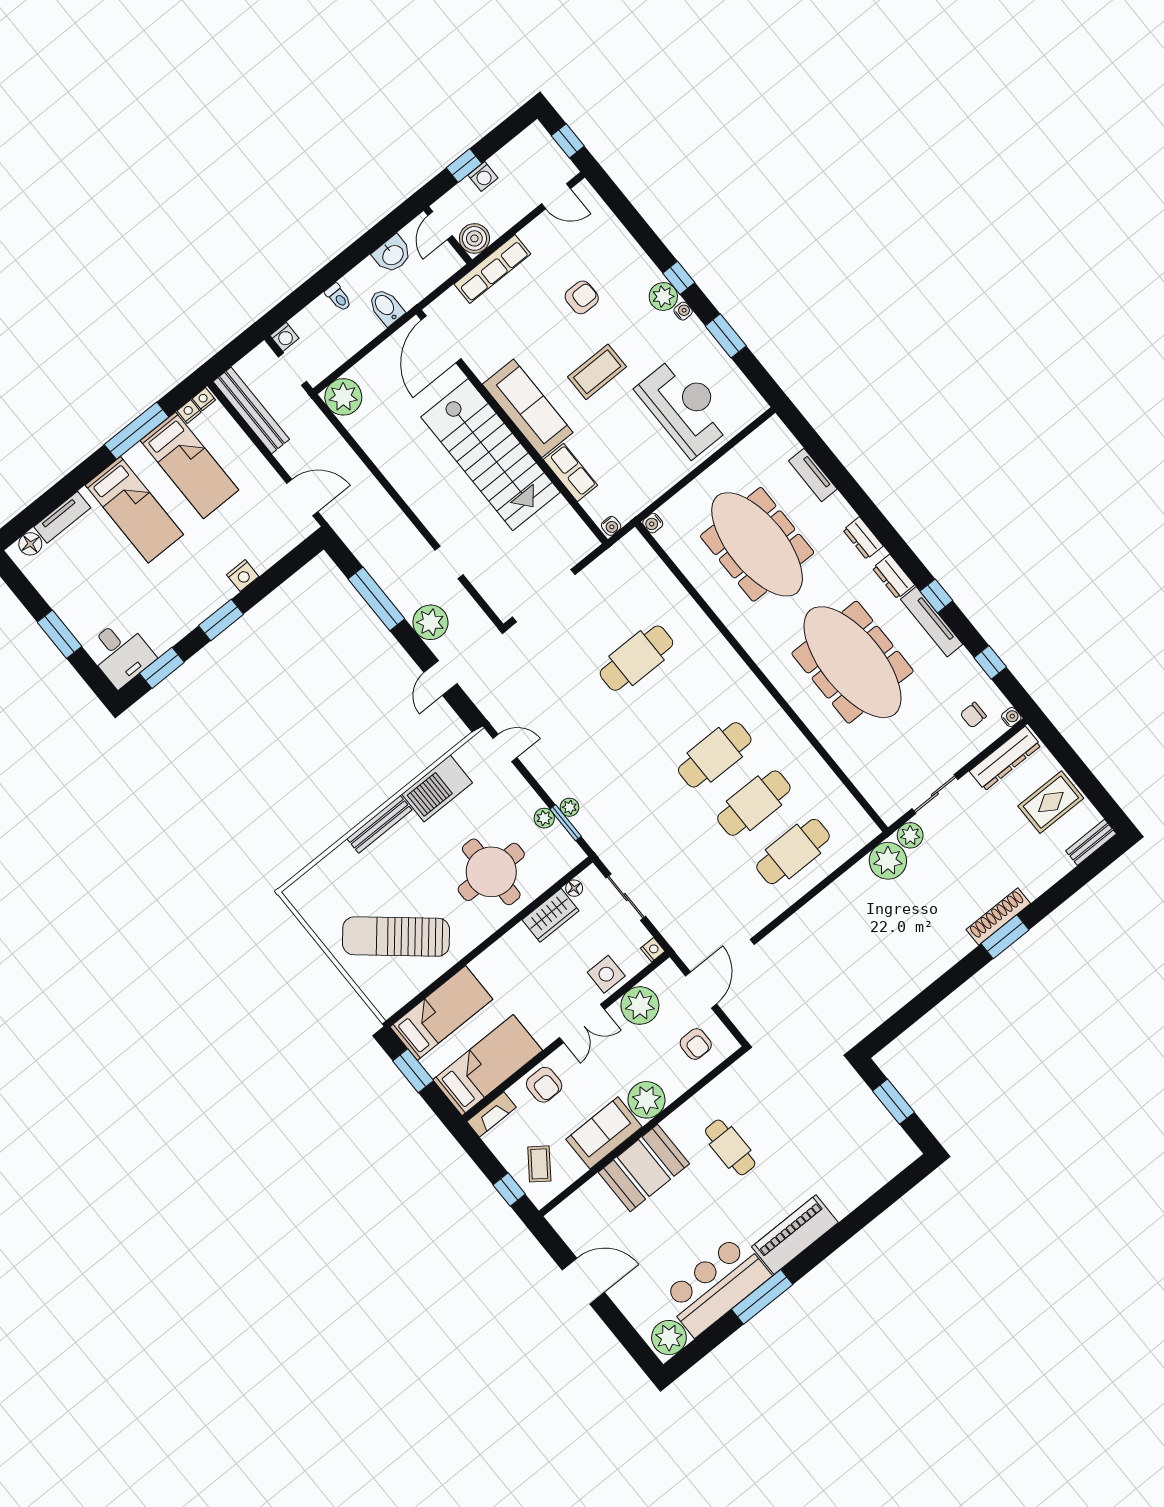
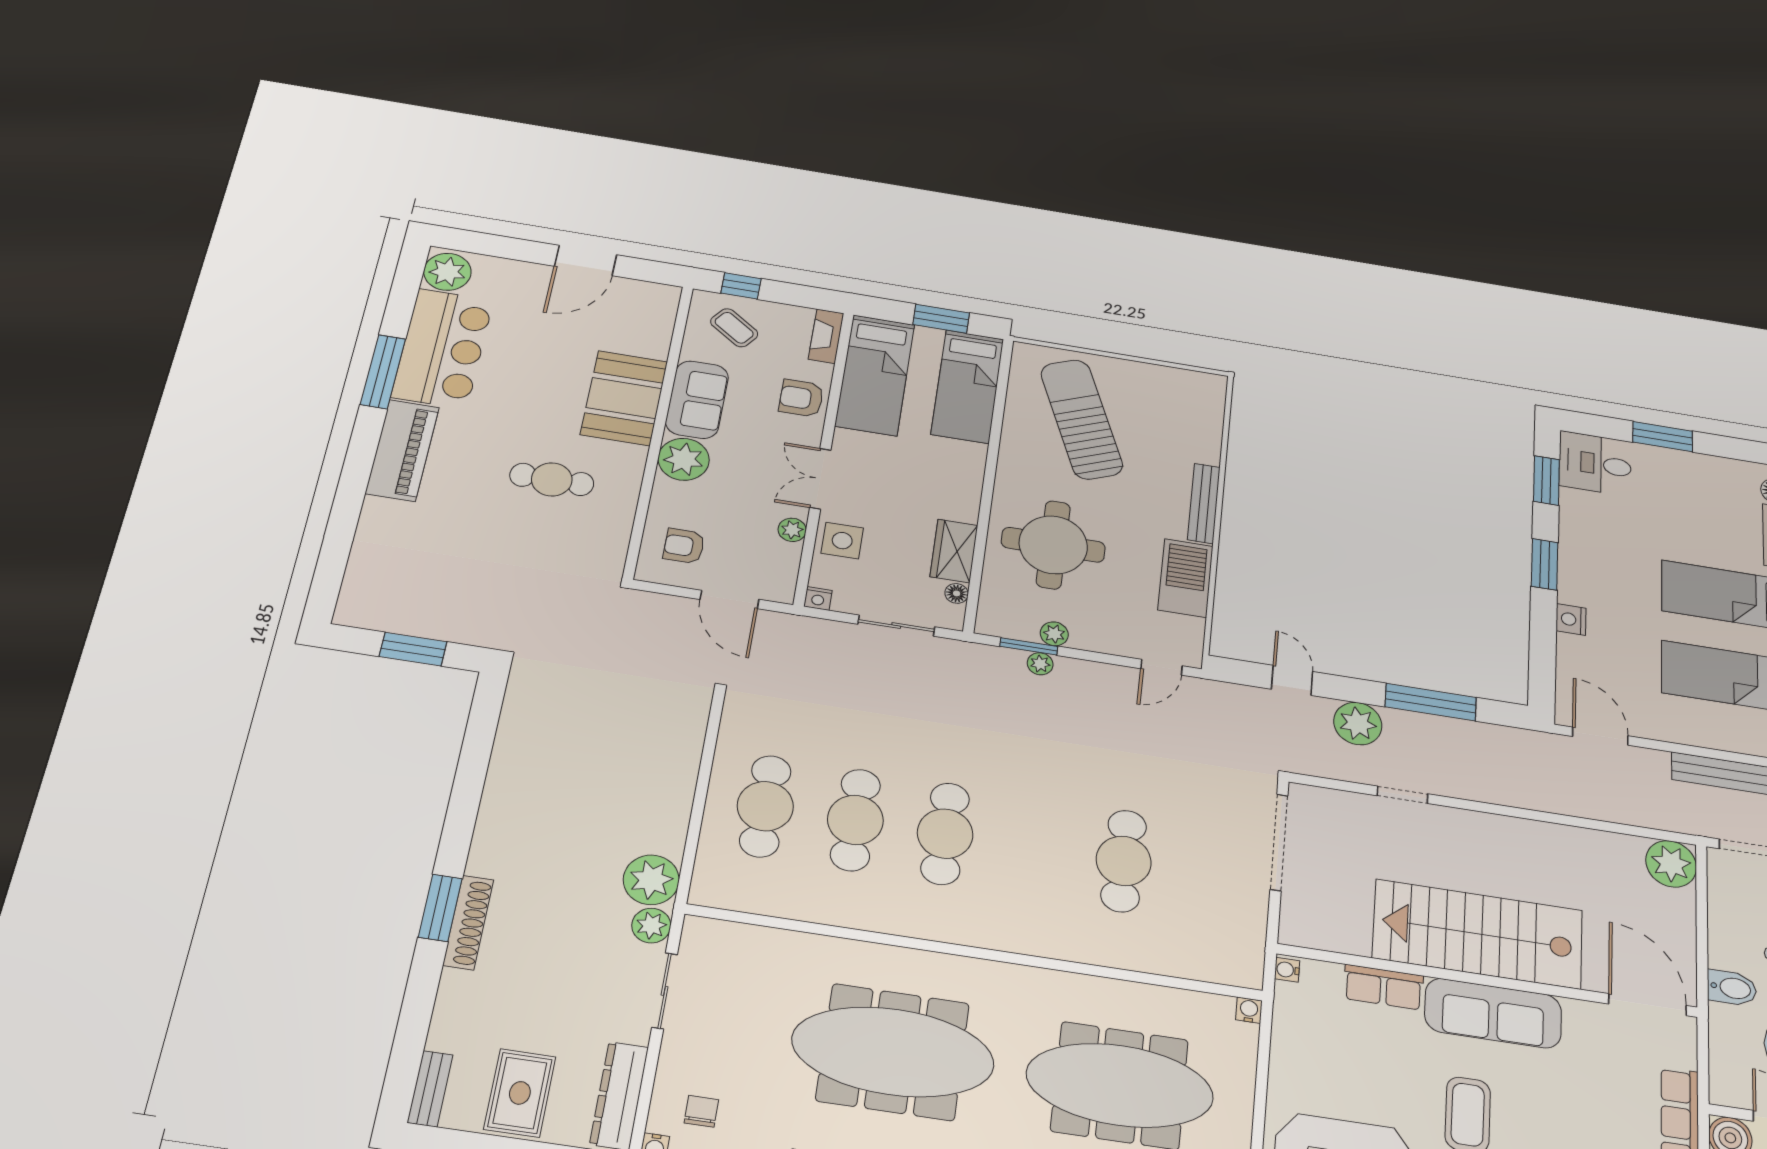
door: (302, 497) -> (1600, 736), swing flipped
sun lounger: (396, 937) -> (1082, 419), turned -62
plant: (640, 1006) -> (792, 530), width x0.53, depth x0.53

